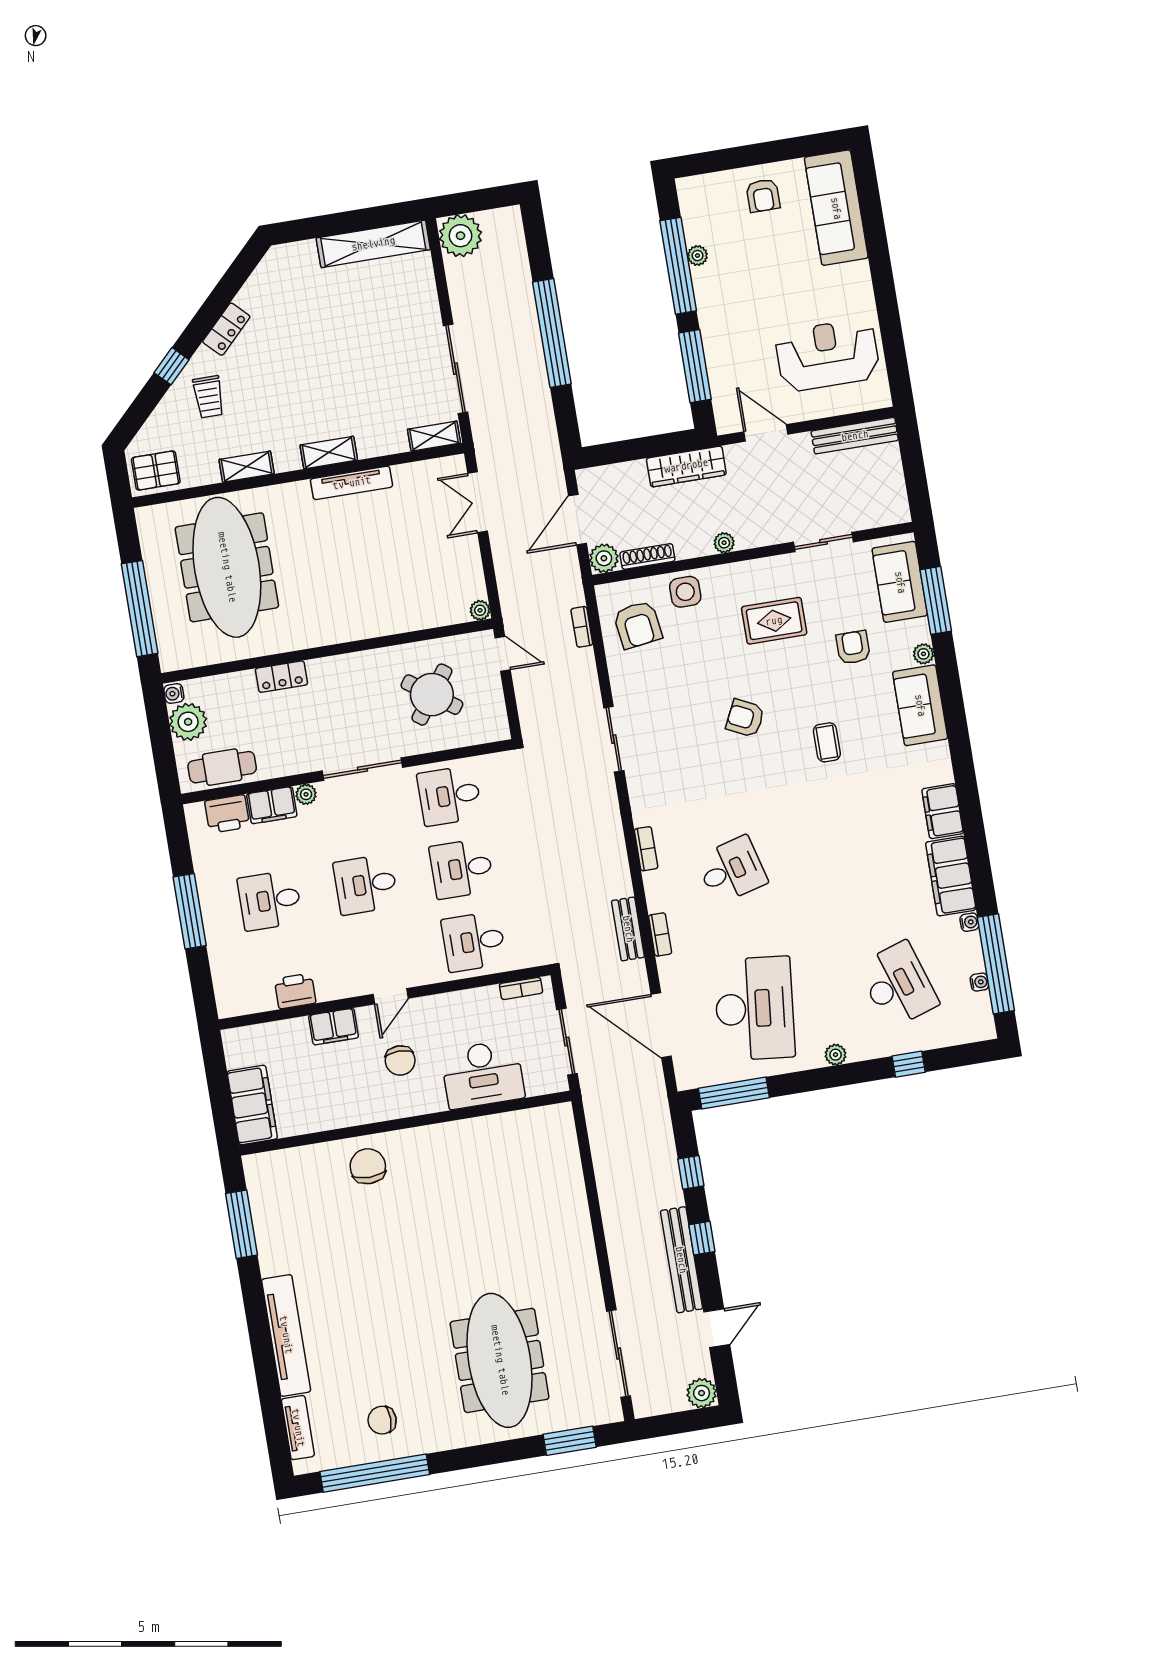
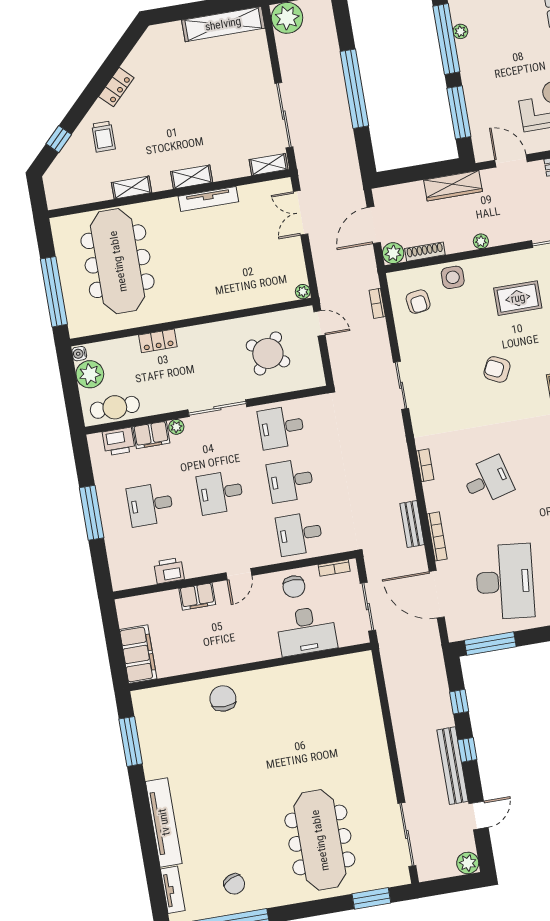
window: (171, 366) -> (59, 139), moved
pallet: (156, 471) -> (65, 191), removed
armchair: (638, 625) -> (418, 302), width x0.72, depth x0.72
bookcase: (660, 934) -> (437, 536), width x1.56
chair: (400, 1060) -> (294, 587), moved
chair: (382, 1420) -> (234, 884), turned -114

